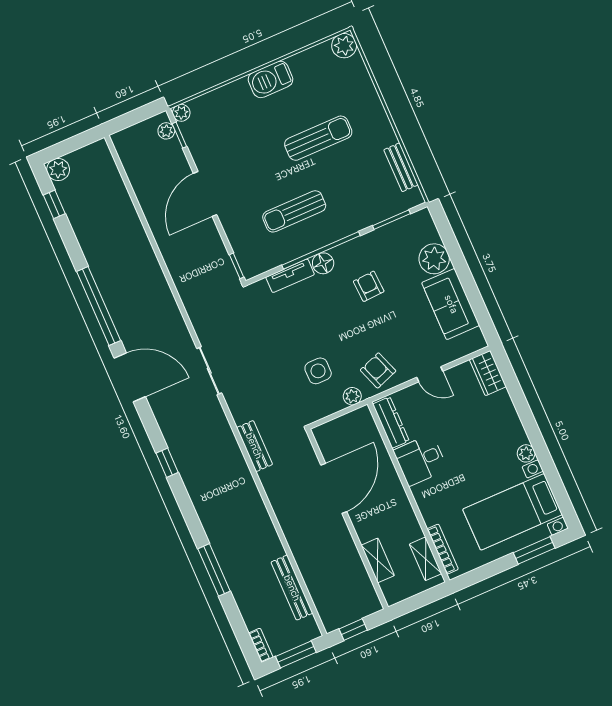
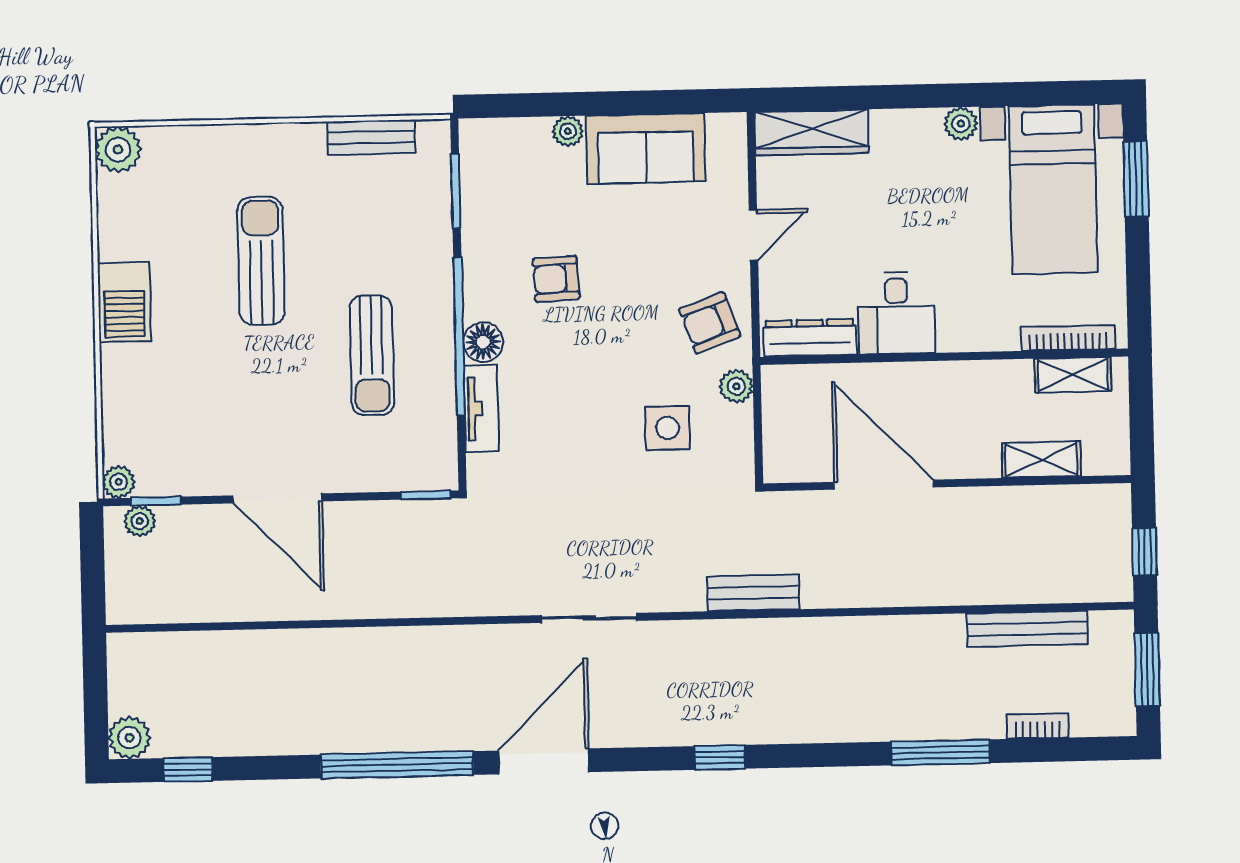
plant: (434, 259) -> (568, 131), width x0.53, depth x0.53
wardrobe: (488, 373) -> (812, 132), width x1.50
bookcase: (261, 645) -> (1038, 726), moved

